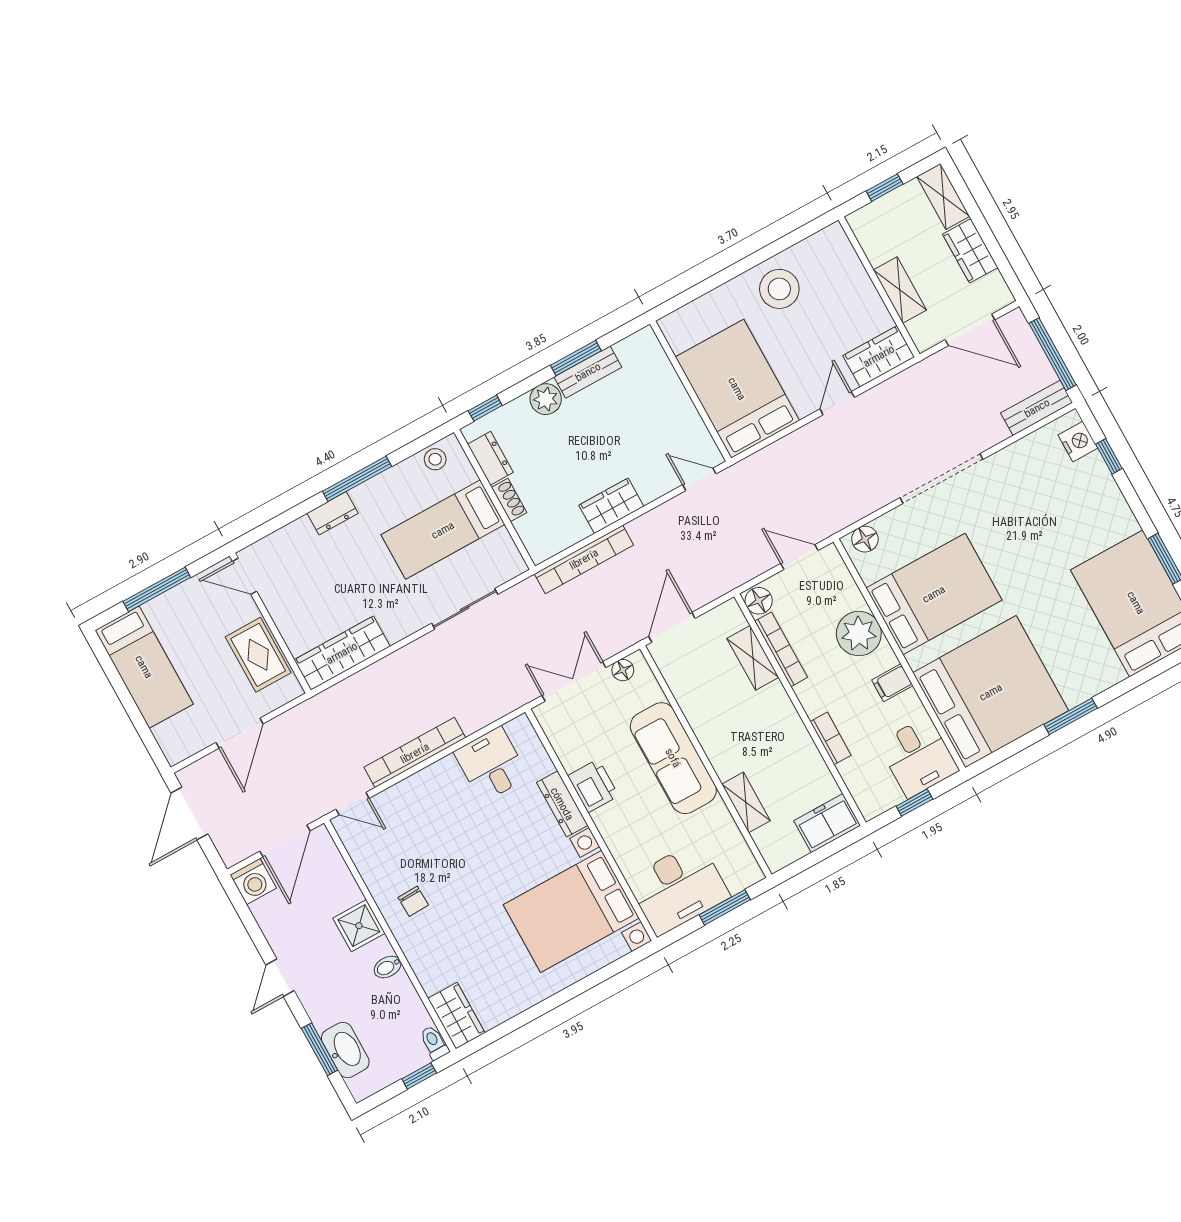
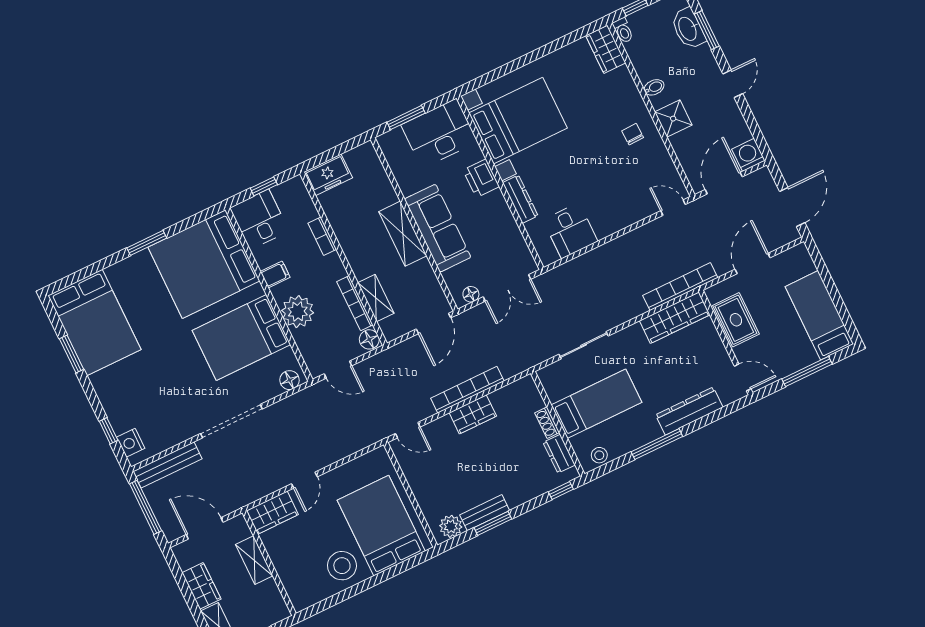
bed: (737, 389) -> (381, 526), moved, turned 180
plant: (546, 399) -> (451, 526), moved
bench: (1037, 408) -> (167, 465), width x1.36
dresser: (333, 513) -> (689, 411), width x1.96, depth x1.24
bookcase: (584, 559) -> (467, 390), moved
bookcase: (415, 753) -> (680, 287), moved, turned 180
printer: (593, 786) -> (481, 178), moved
shelving: (746, 802) -> (403, 234), moved, width x1.50, depth x1.33

